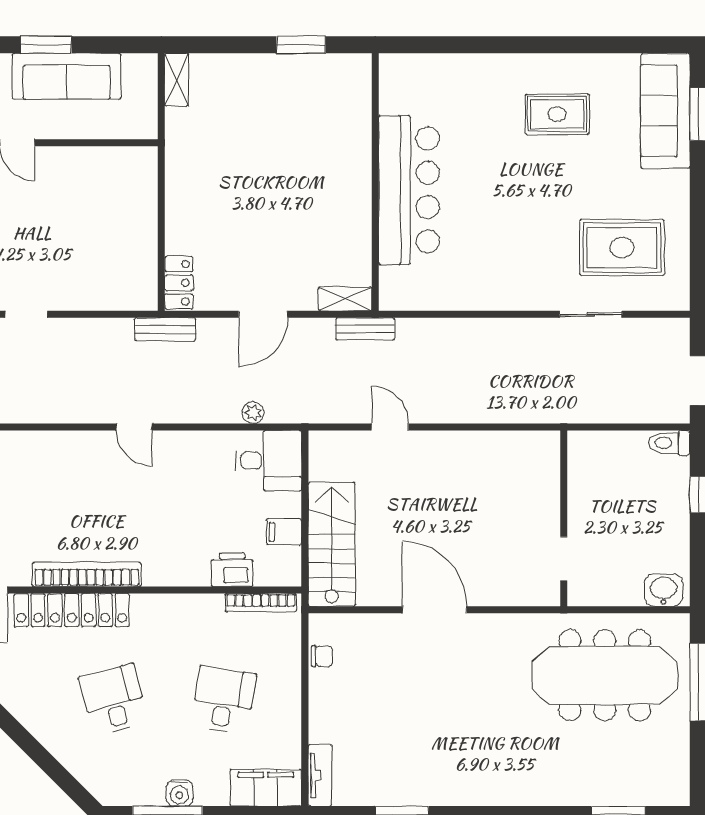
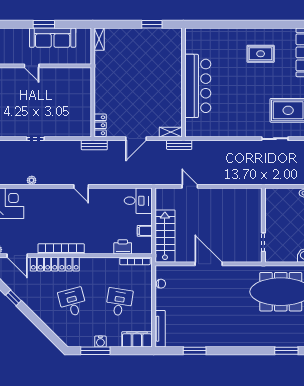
plant: (253, 413) -> (32, 180), moved
tv unit: (320, 775) -> (160, 329), width x1.41

